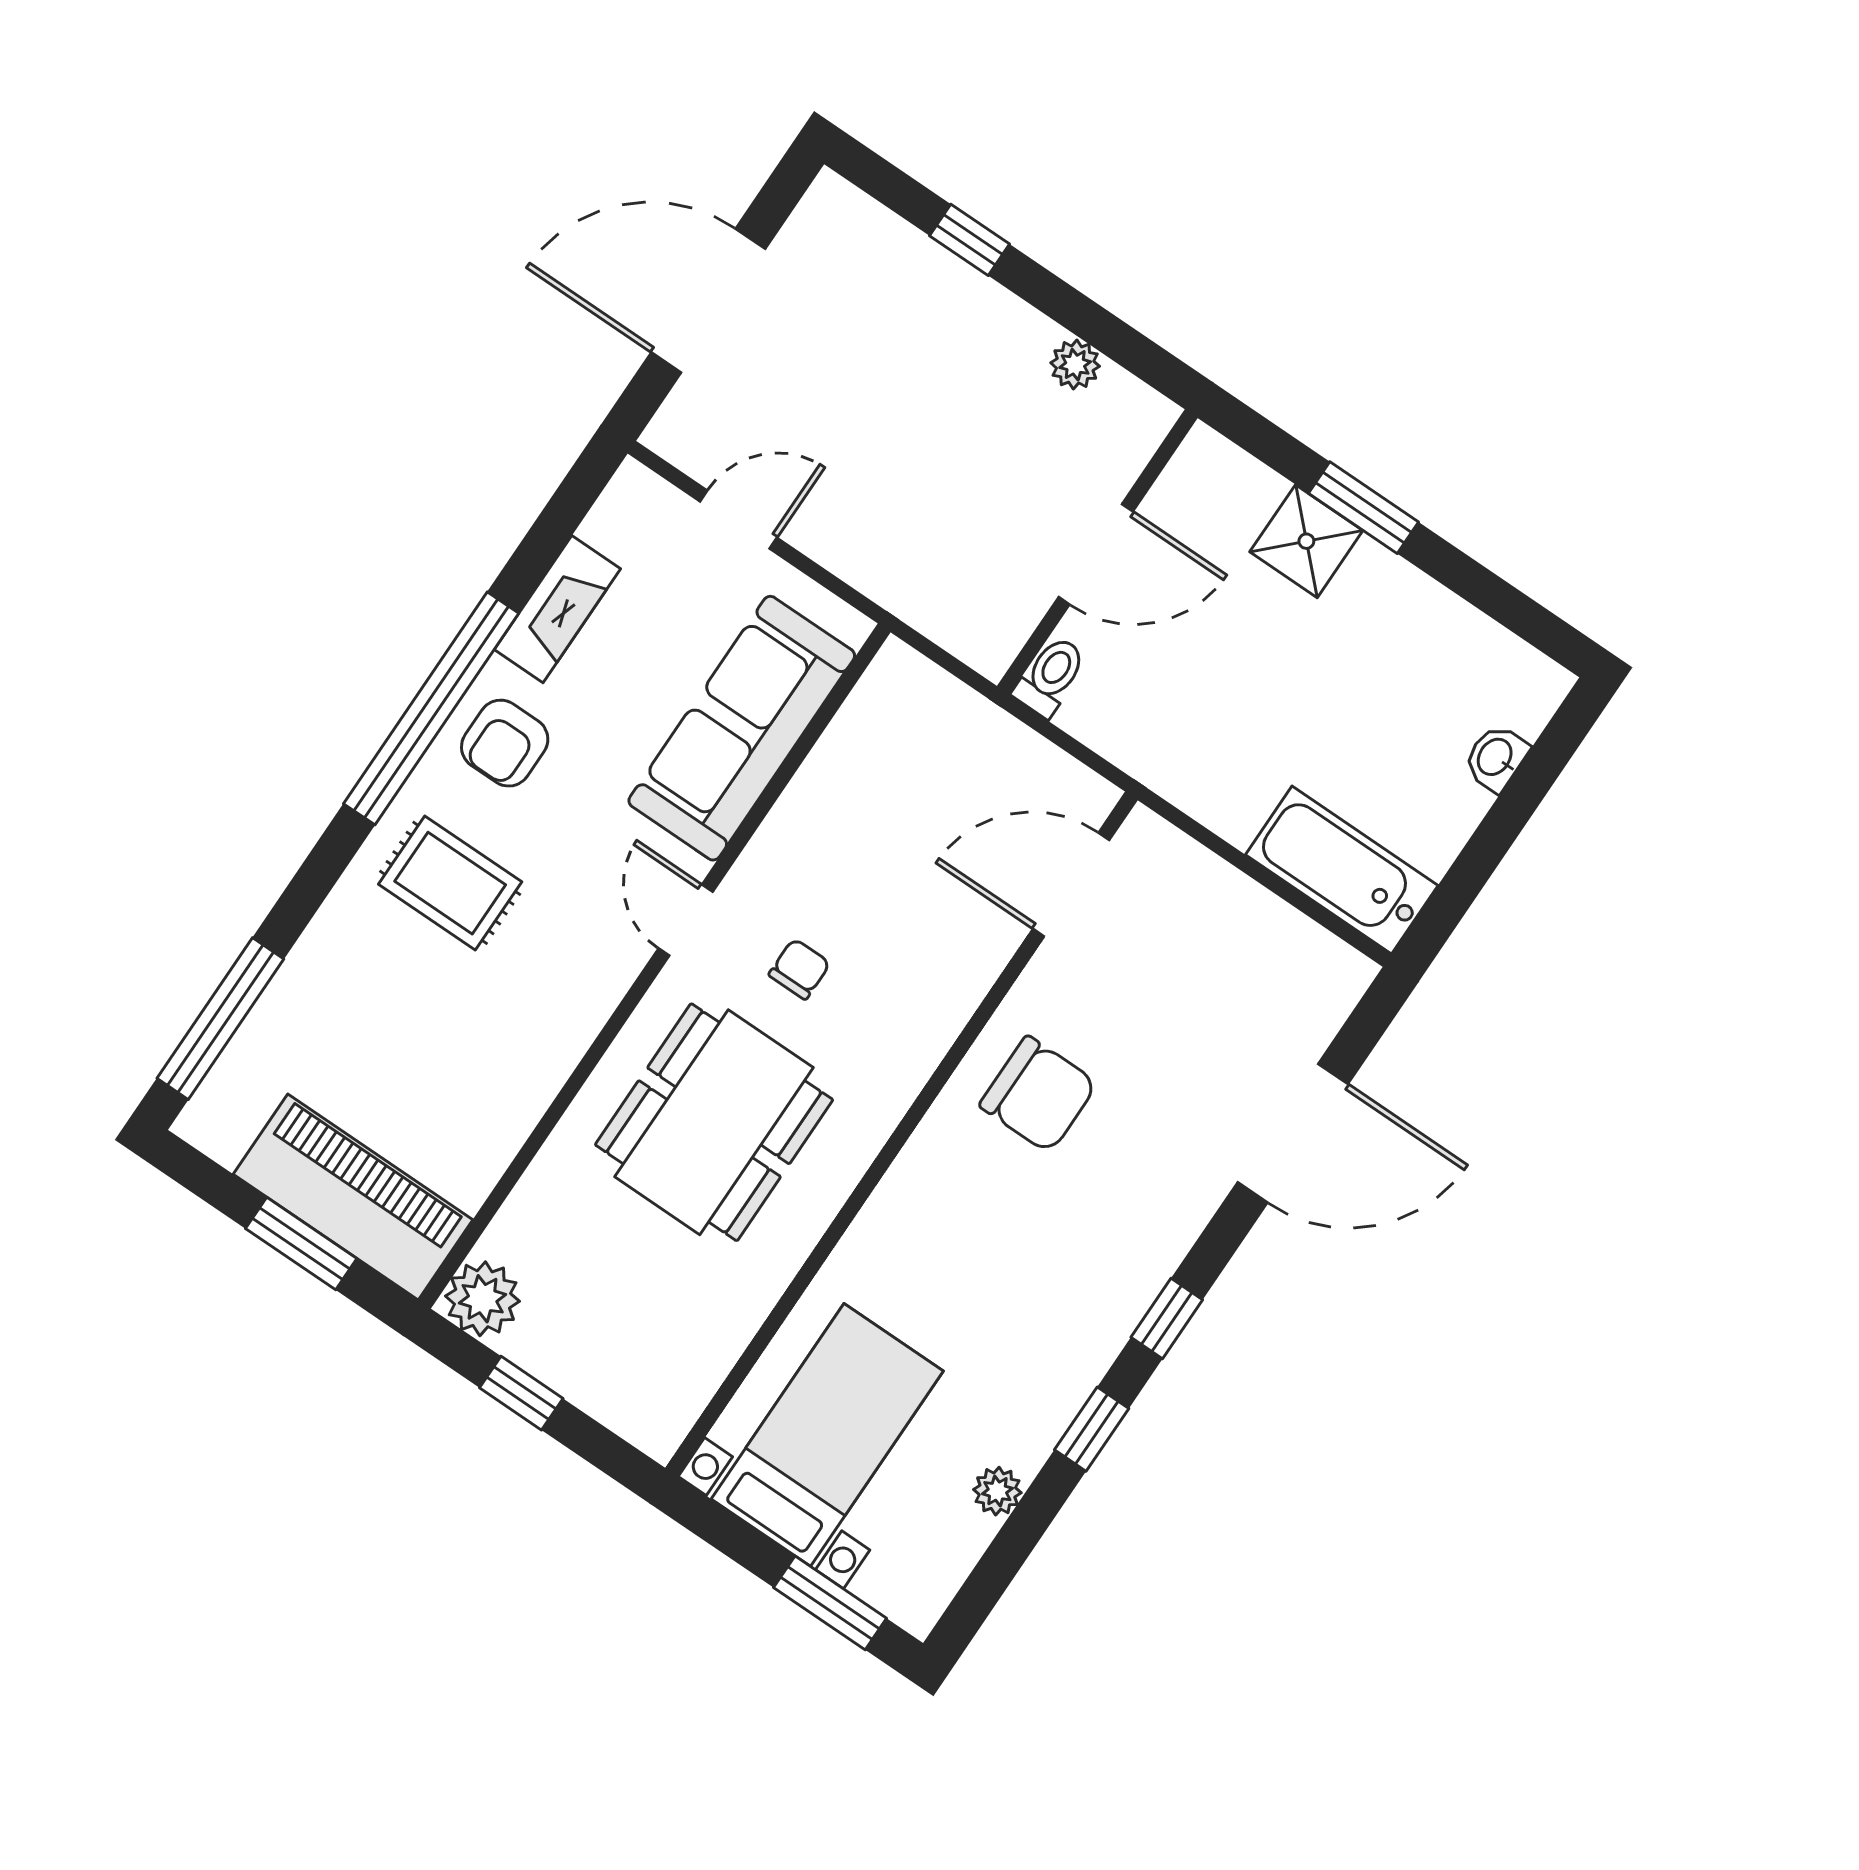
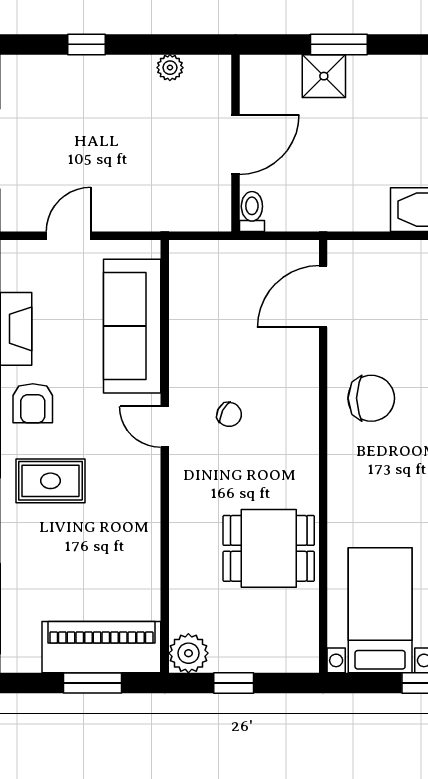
chair: (799, 969) -> (229, 414), turned 117
dining table: (714, 1122) -> (269, 548), moved, width x0.73

